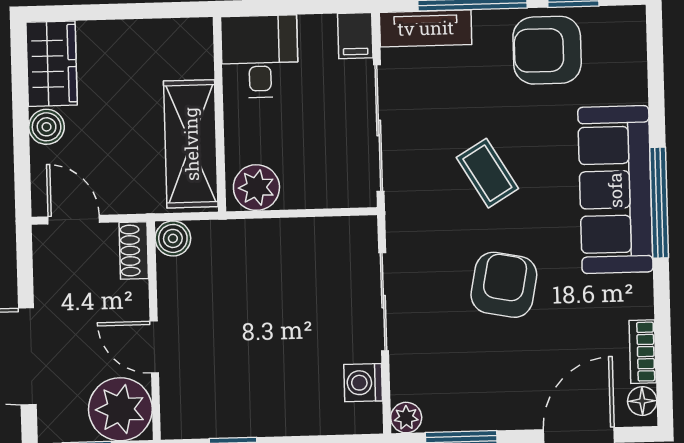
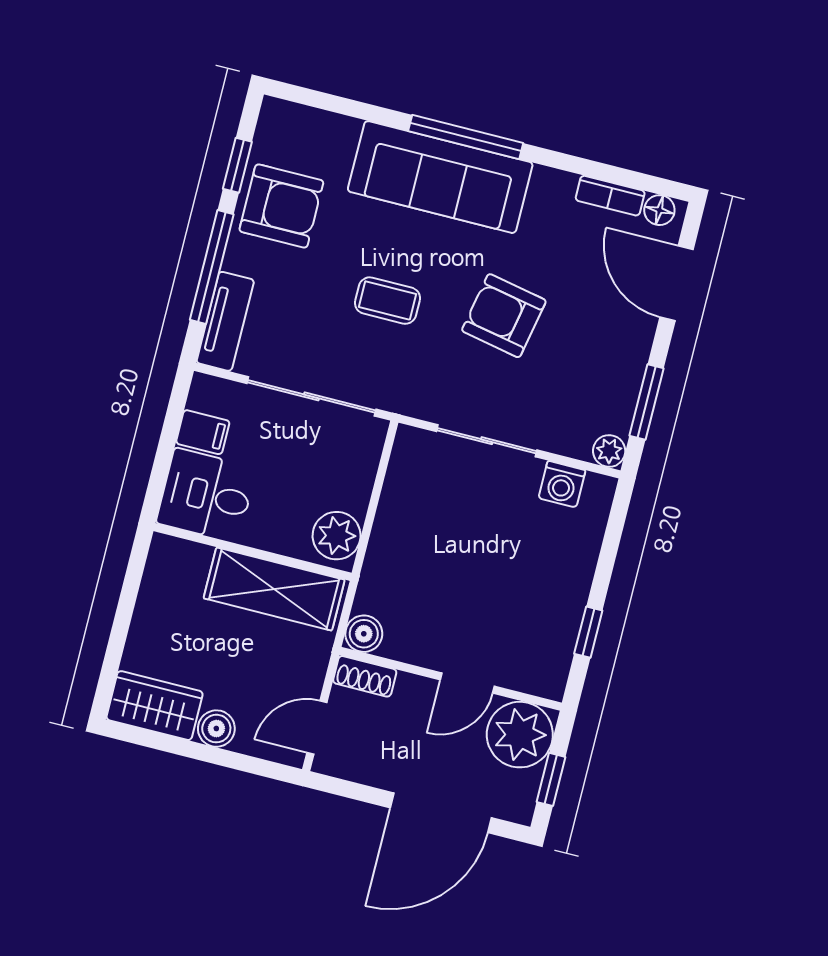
filing cabinet: (355, 36) -> (203, 432), moved
armchair: (547, 50) -> (281, 206), turned -90
coffee table: (487, 173) -> (387, 301), turned 31

